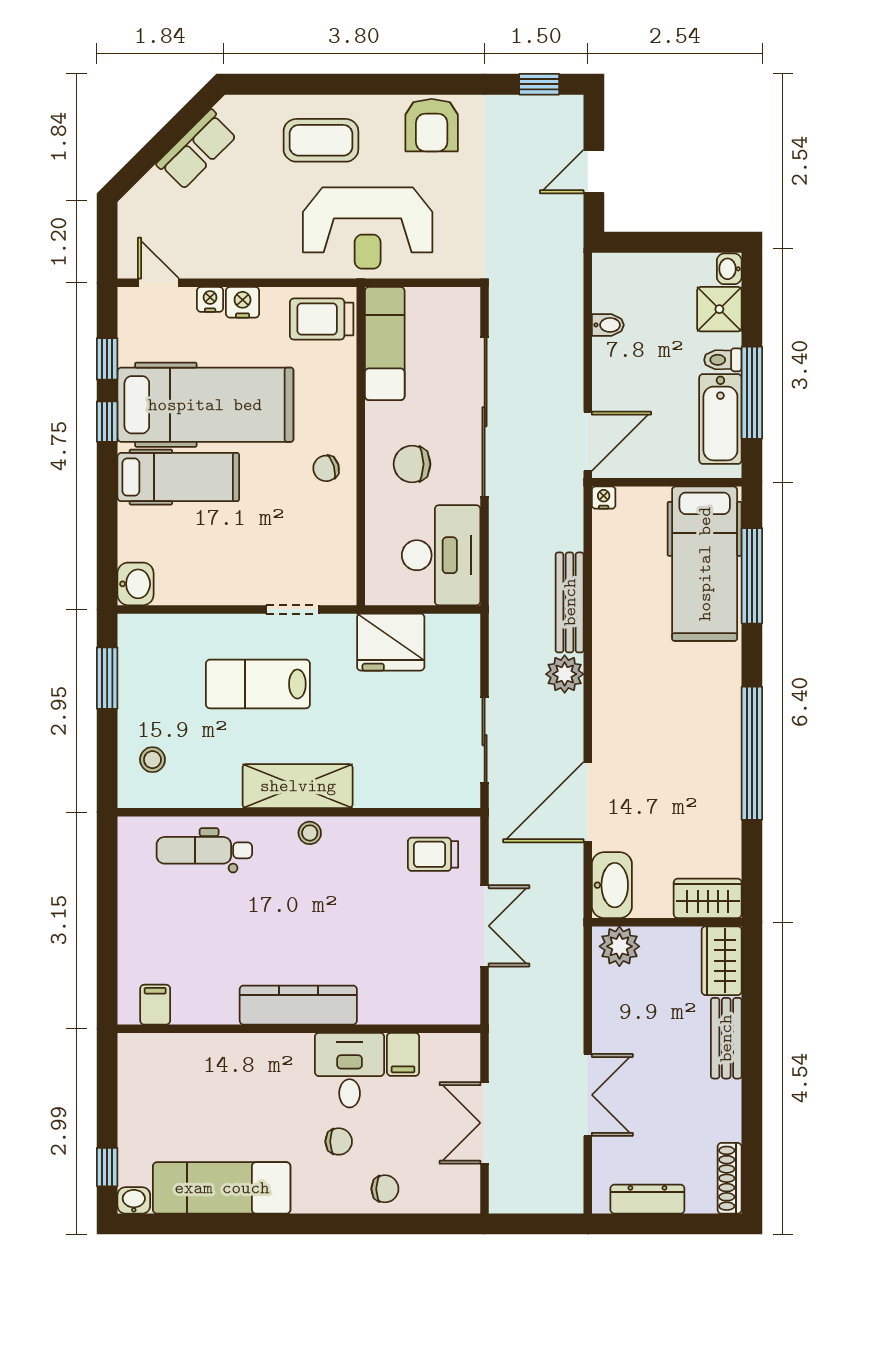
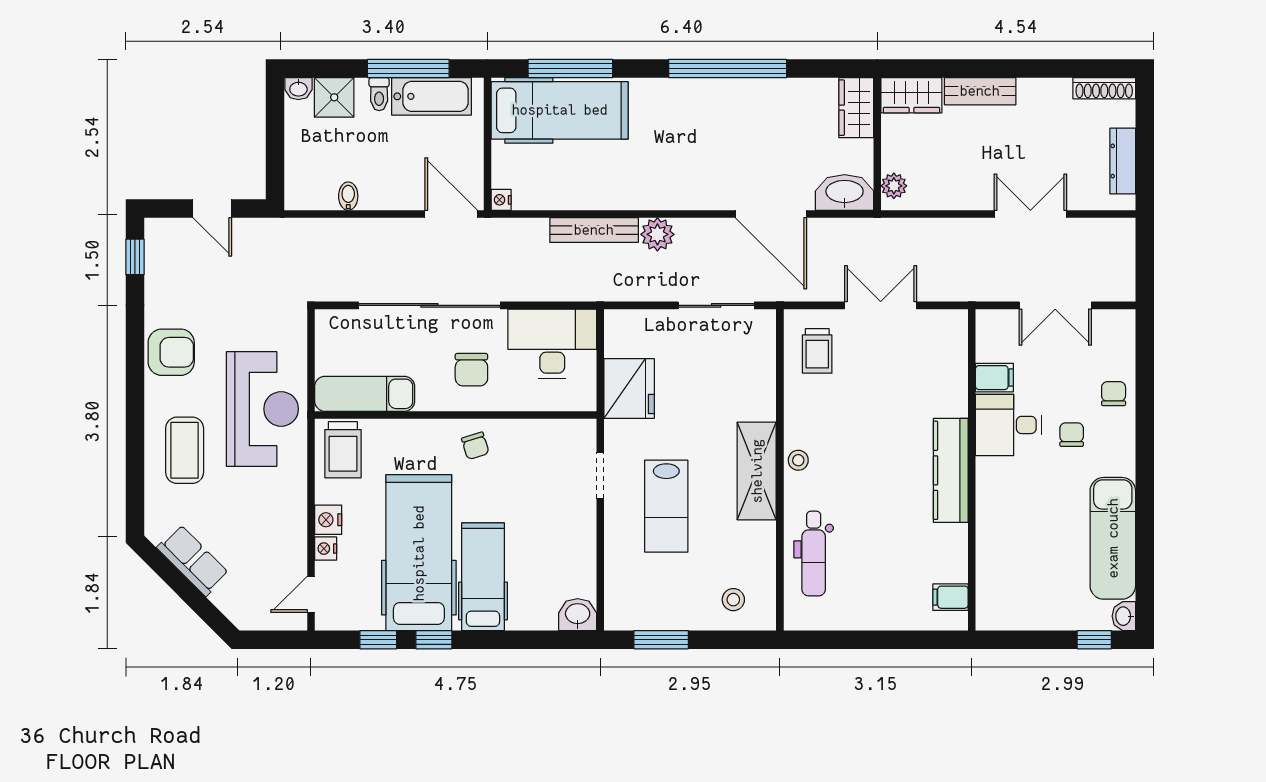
plant: (619, 946) -> (894, 186), width x0.73, depth x0.73

